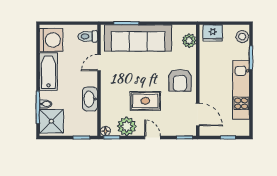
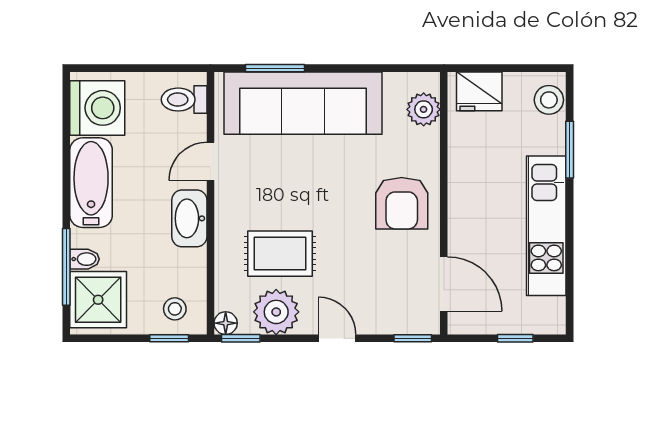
washbasin: (90, 99) -> (189, 218), moved
rug: (145, 101) -> (280, 254), moved
stool: (84, 125) -> (175, 309), added

